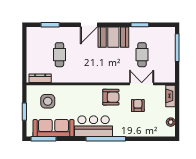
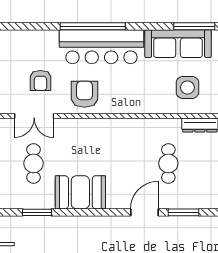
door: (89, 25) -> (145, 212), moved
armchair: (111, 97) -> (84, 94), turned 90
bar counter: (94, 126) -> (101, 47), width x1.36

